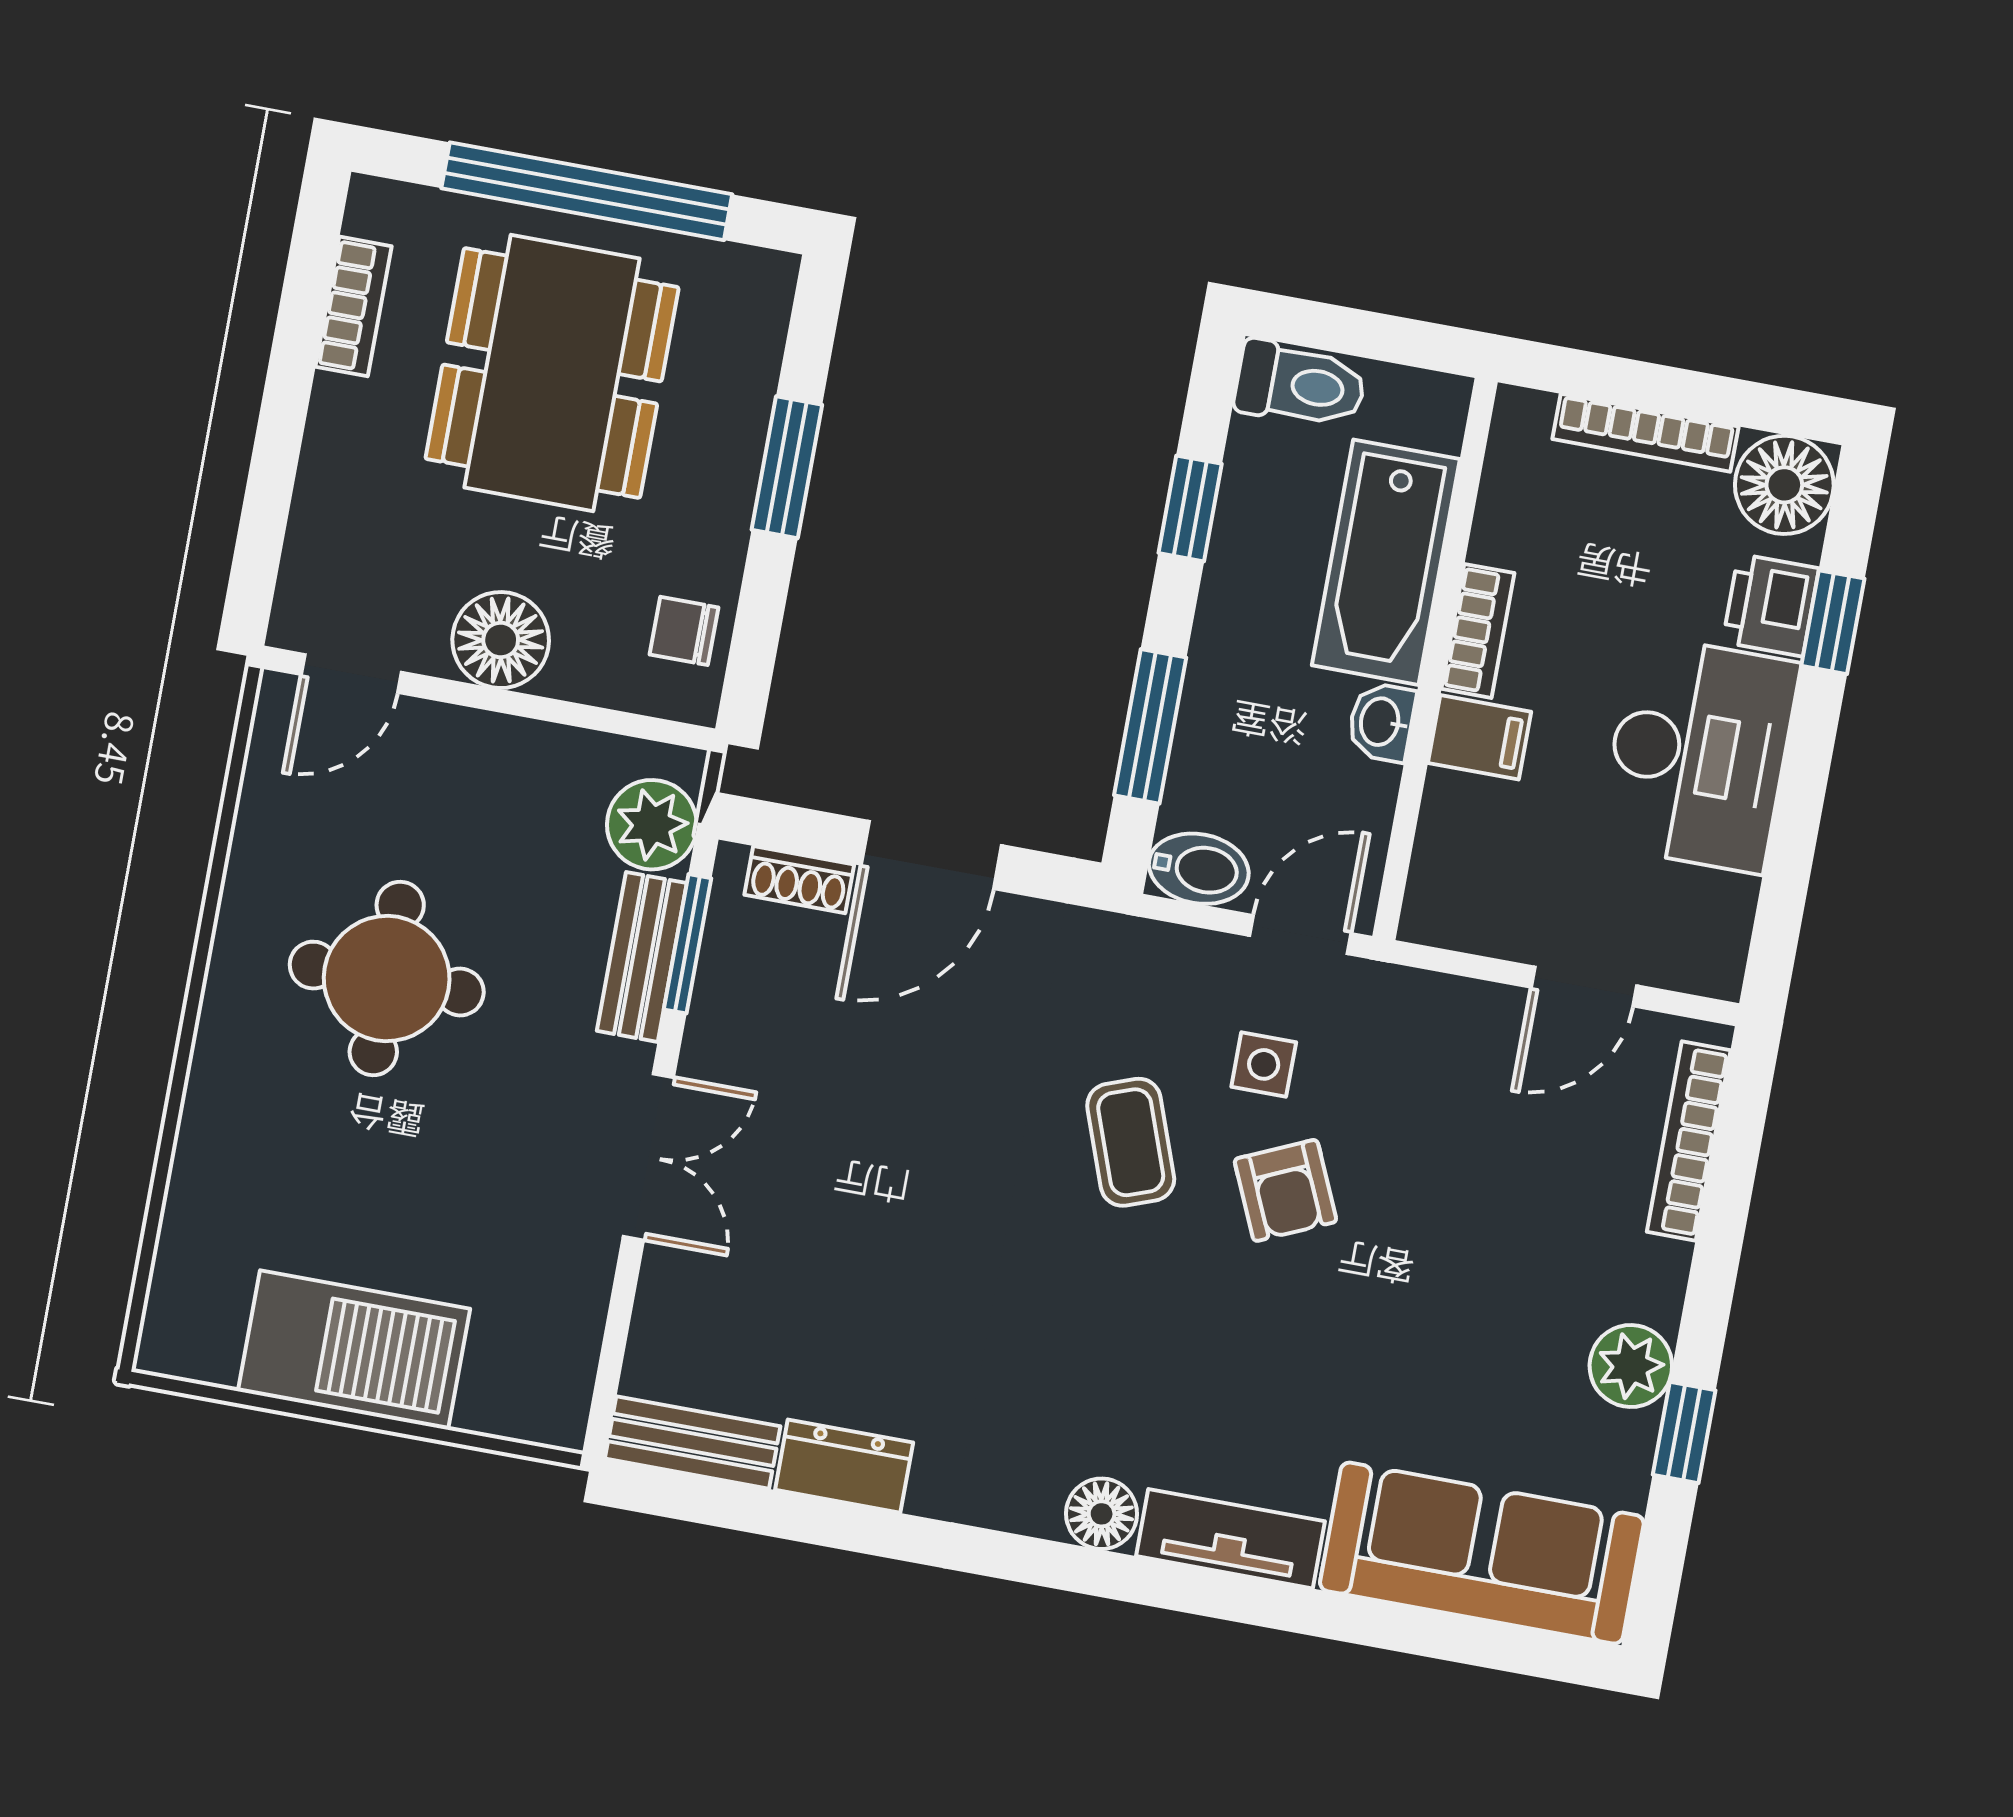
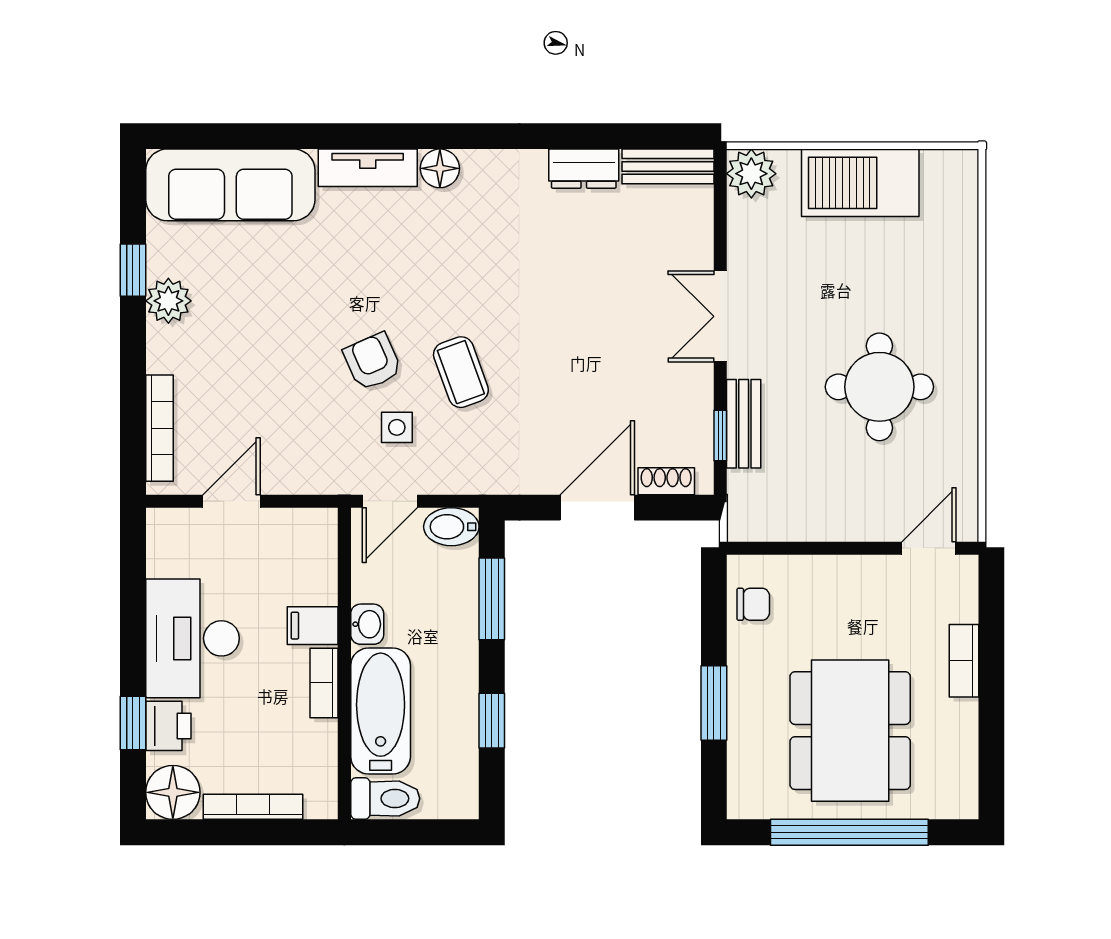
bookcase: (353, 306) -> (964, 661), moved
toilet: (1300, 385) -> (385, 799), moved, turned 180
floor lamp: (501, 640) -> (851, 581), removed
plant: (652, 825) -> (751, 174), moved
window: (688, 944) -> (720, 435), width x0.67

